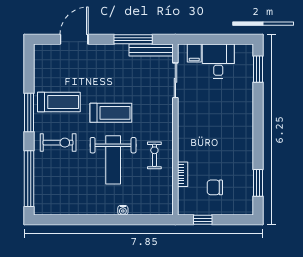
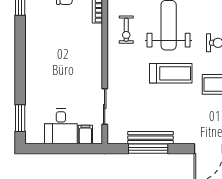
bench: (151, 50) -> (151, 138), moved
treadmill: (111, 113) -> (171, 73), turned 180

